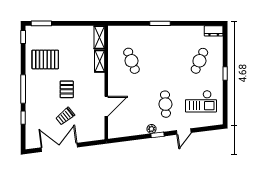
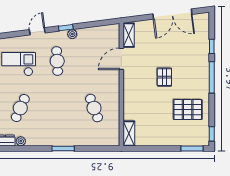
plant: (199, 30) -> (21, 141), added
shelving: (100, 61) -> (129, 35), moved
trolley: (65, 116) -> (166, 48), removed

